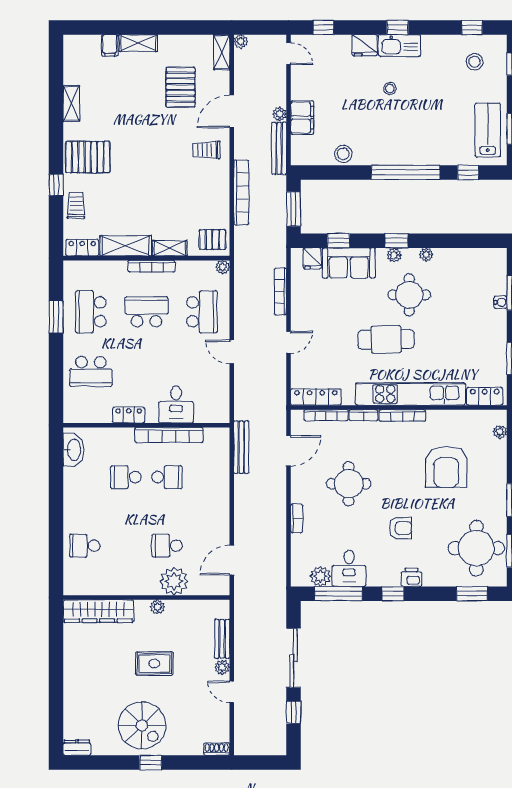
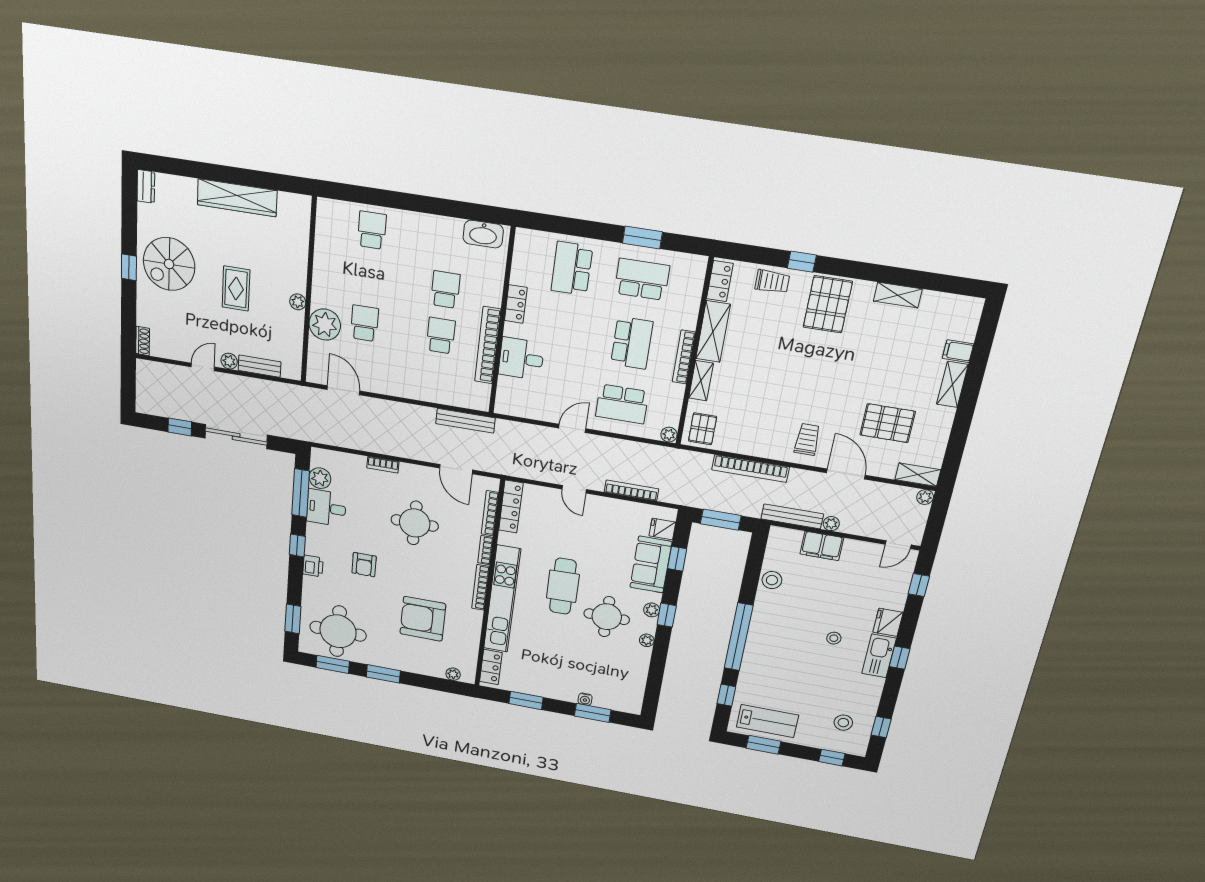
school desk: (167, 477) -> (441, 336), turned 180
wardrobe: (98, 611) -> (237, 198), moved, turned -90

